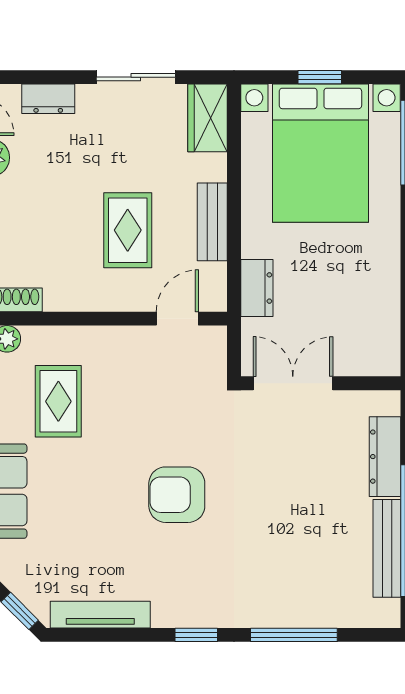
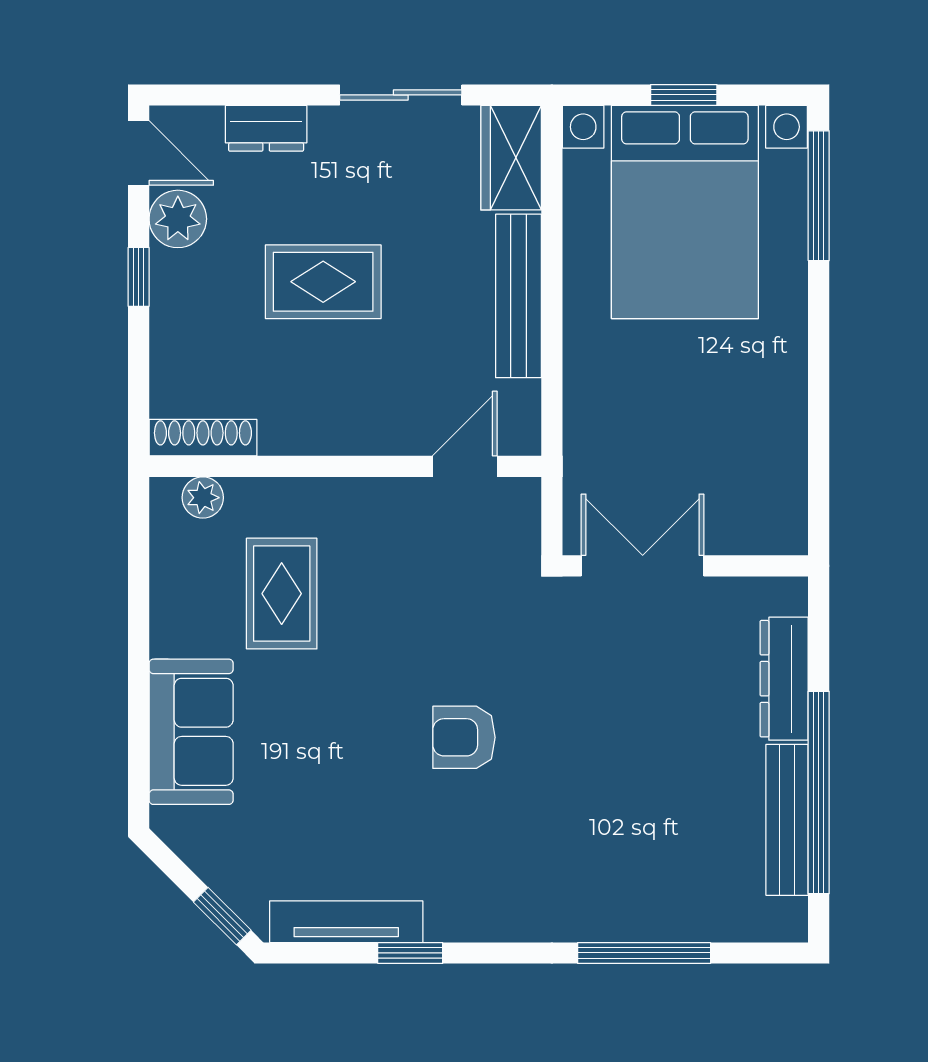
bench: (212, 222) -> (519, 296), width x1.36
rug: (128, 230) -> (323, 282), moved, turned 90
dresser: (257, 288) -> (587, 419), removed
armchair: (177, 495) -> (464, 737), width x0.72, depth x0.72
window: (196, 635) -> (410, 953), moved

